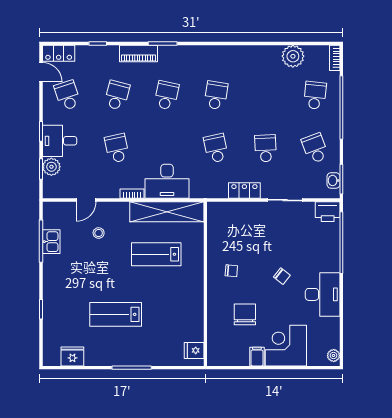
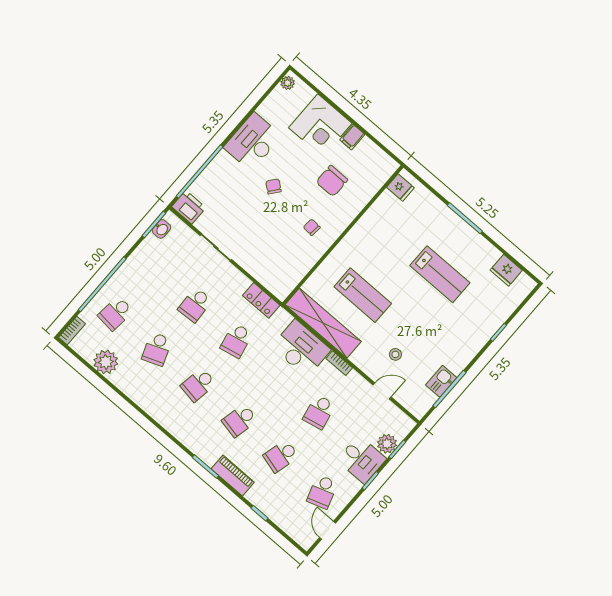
locker: (59, 53) -> (299, 533), removed
school desk: (315, 148) -> (157, 349), moved
locker: (244, 191) -> (261, 300), moved

